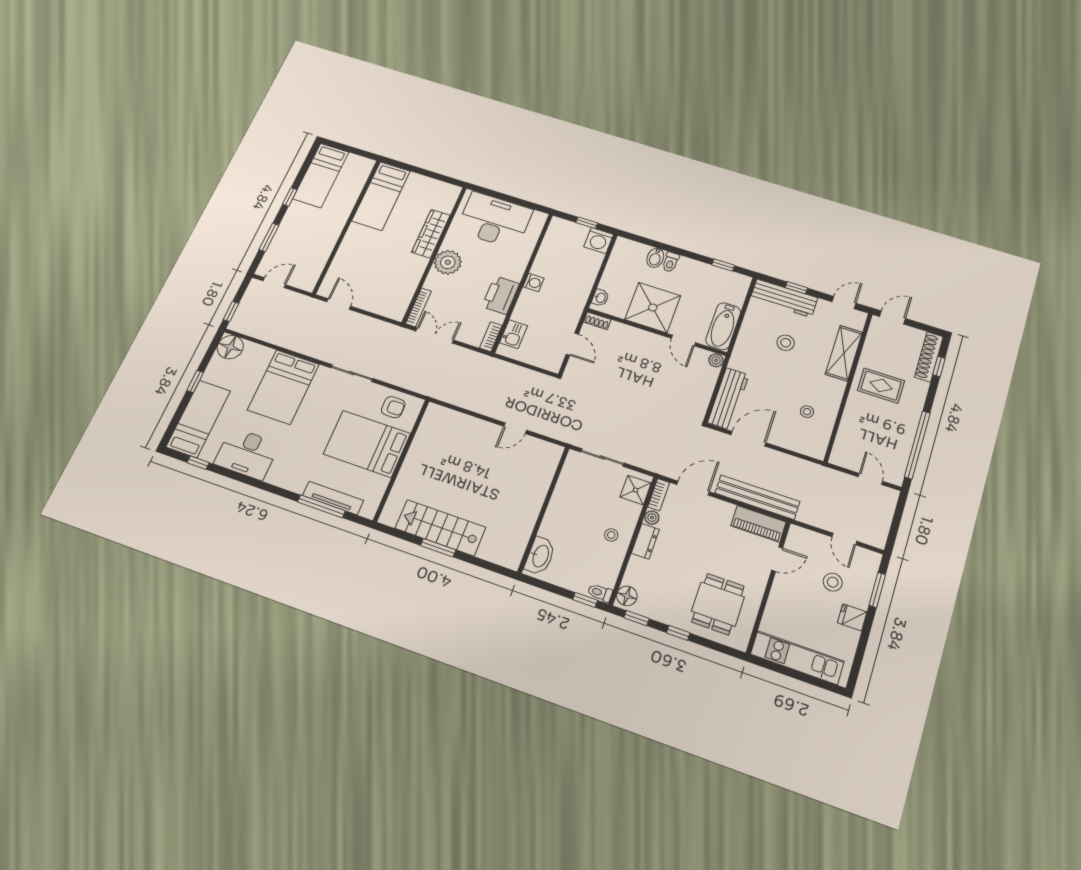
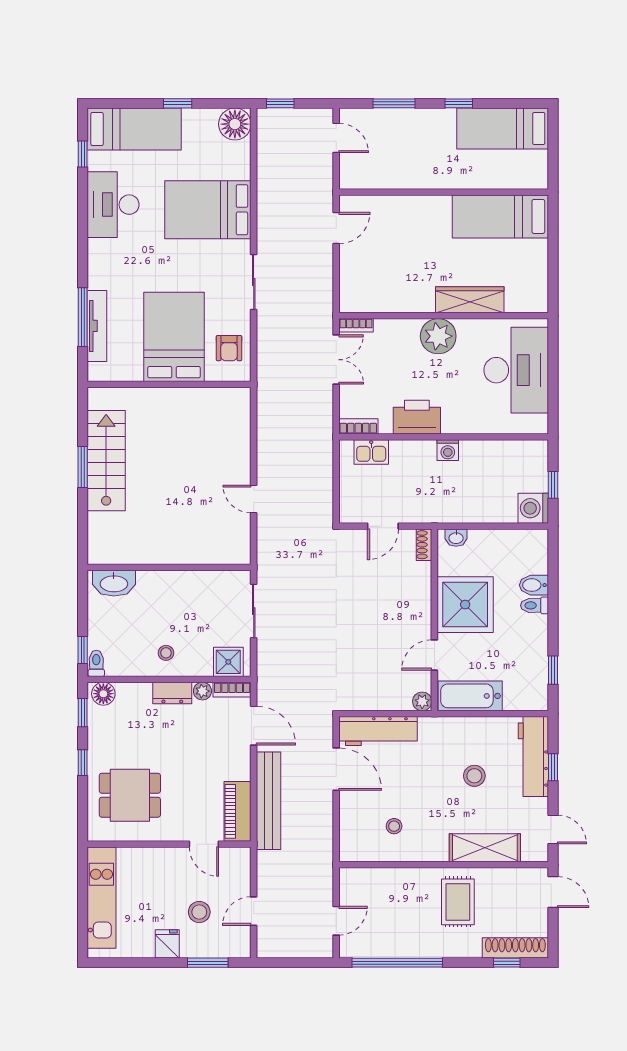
bookcase: (418, 307) -> (356, 325), width x0.64

